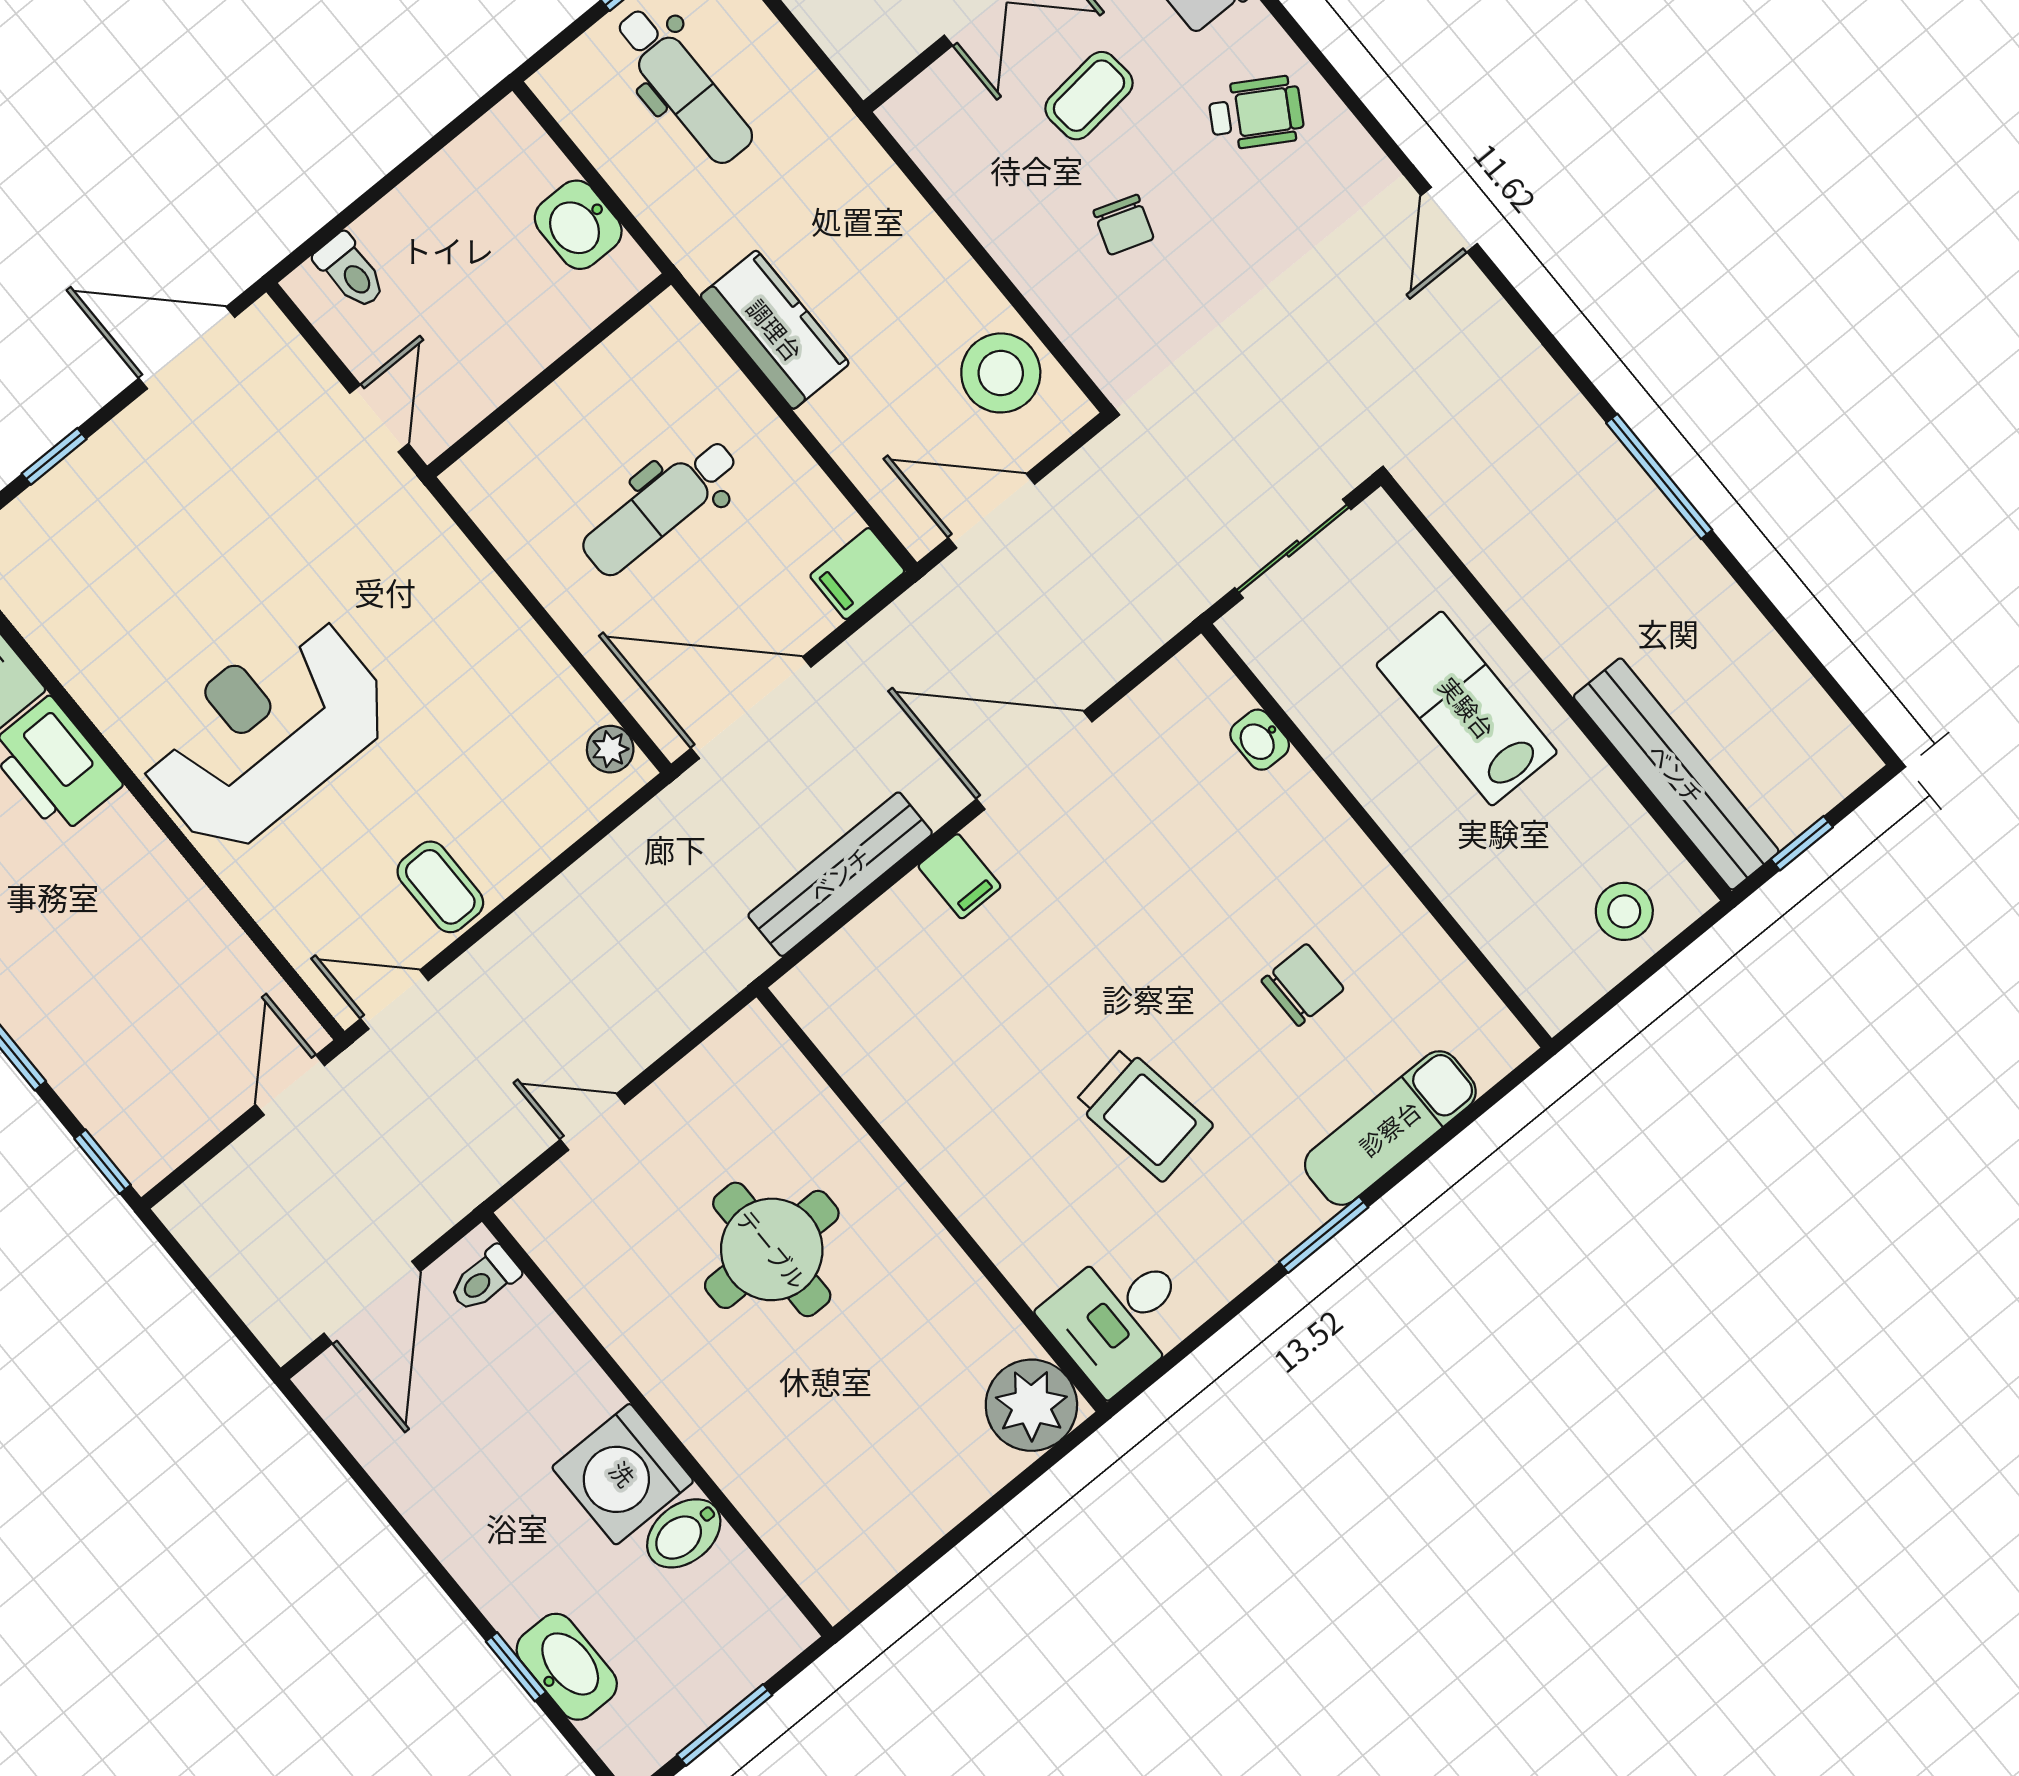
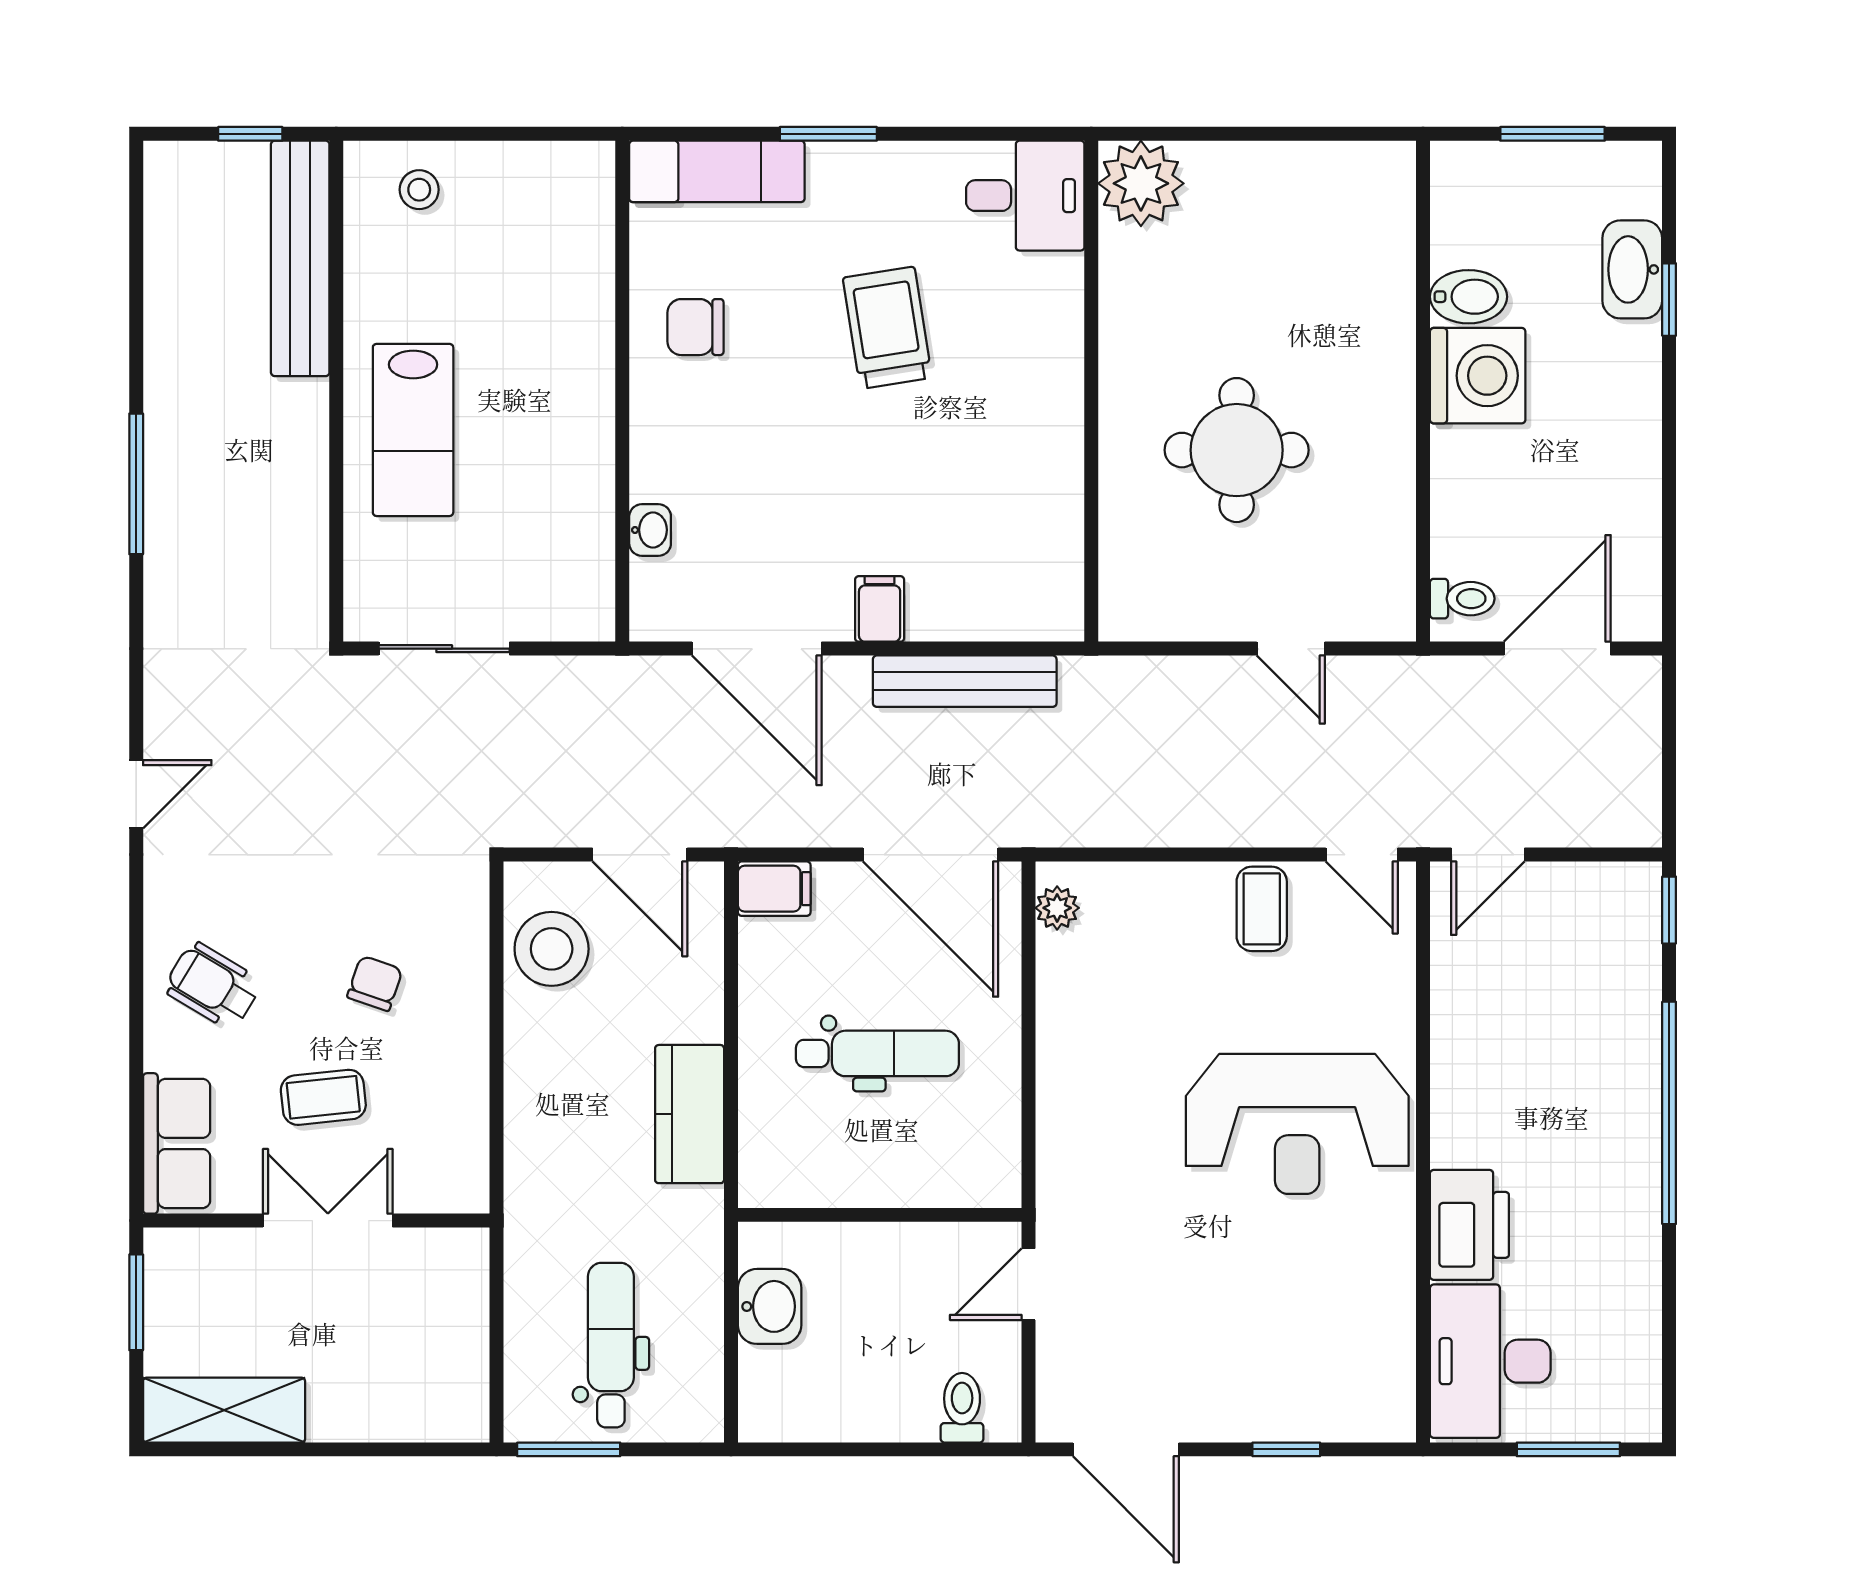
washbasin: (1260, 740) -> (650, 530), moved
wall: (1377, 836) -> (622, 391), moved
stool: (1624, 911) -> (419, 190), width x0.73, depth x0.73

